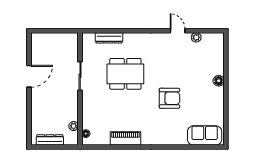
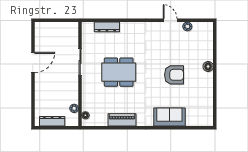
dining table: (125, 74) -> (119, 72), moved
armchair: (169, 98) -> (174, 75), moved
sofa: (205, 135) -> (169, 117), moved

